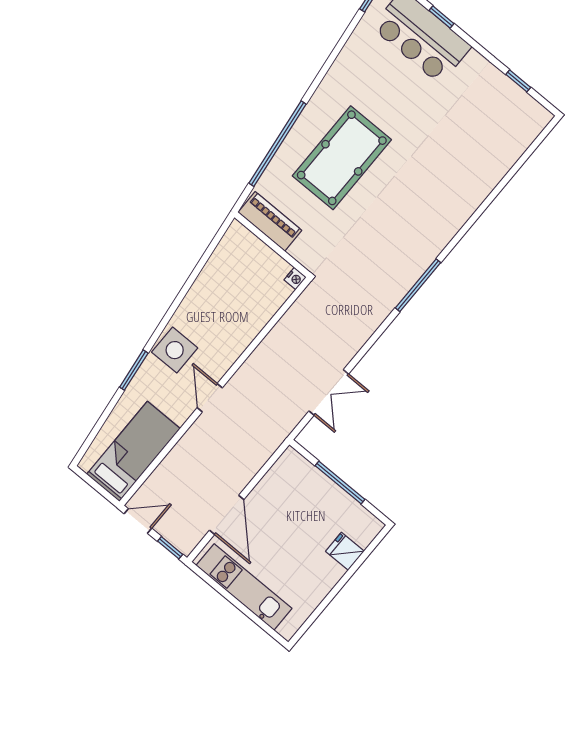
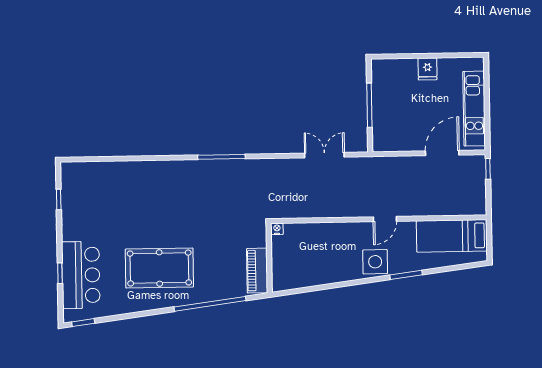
pool table: (342, 158) -> (159, 268), moved
door: (138, 521) -> (488, 200), removed
fridge: (345, 551) -> (428, 69), moved

